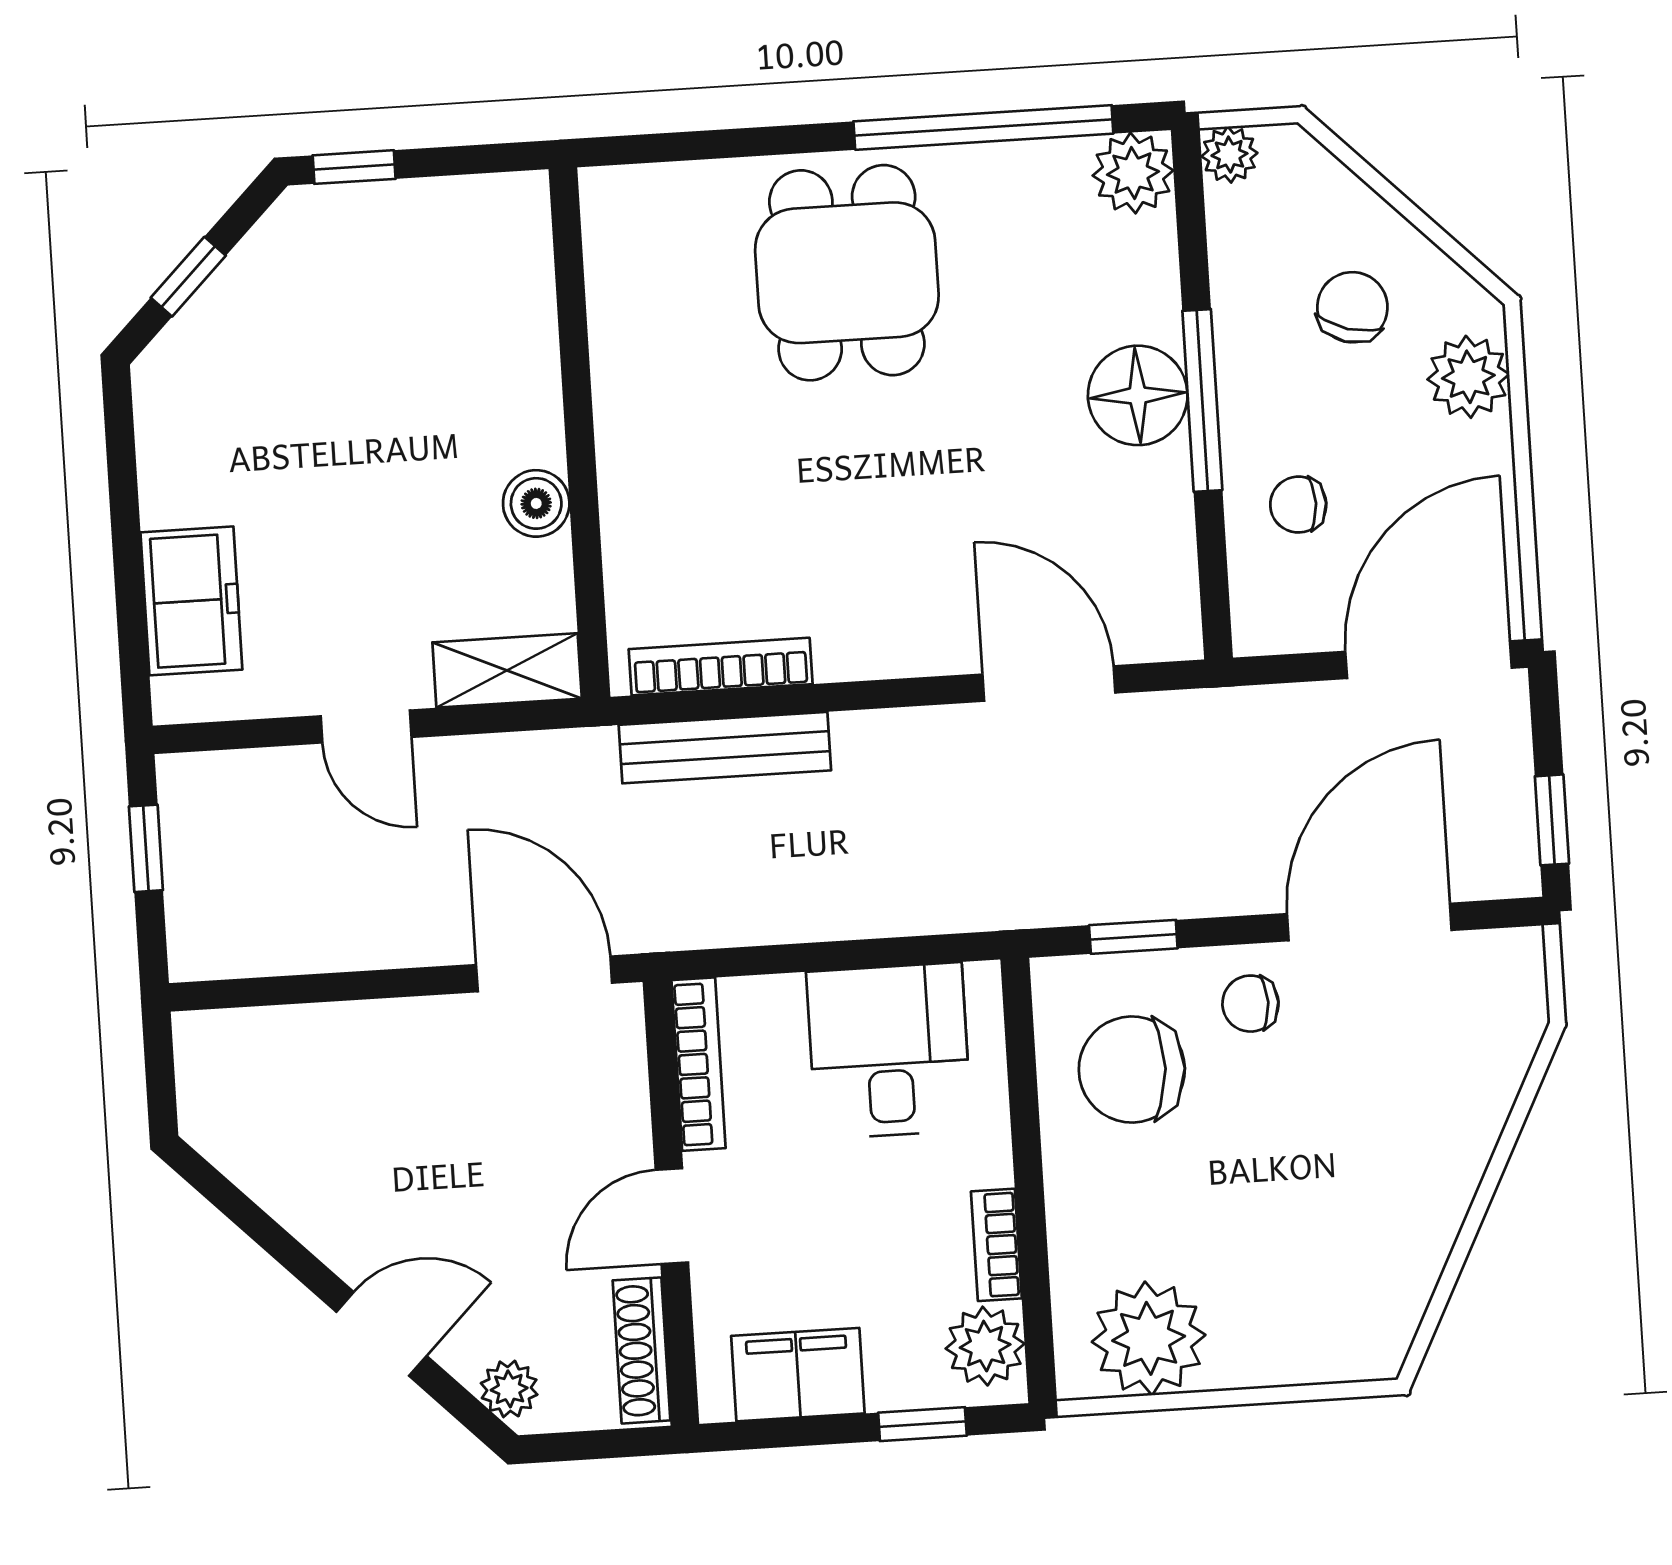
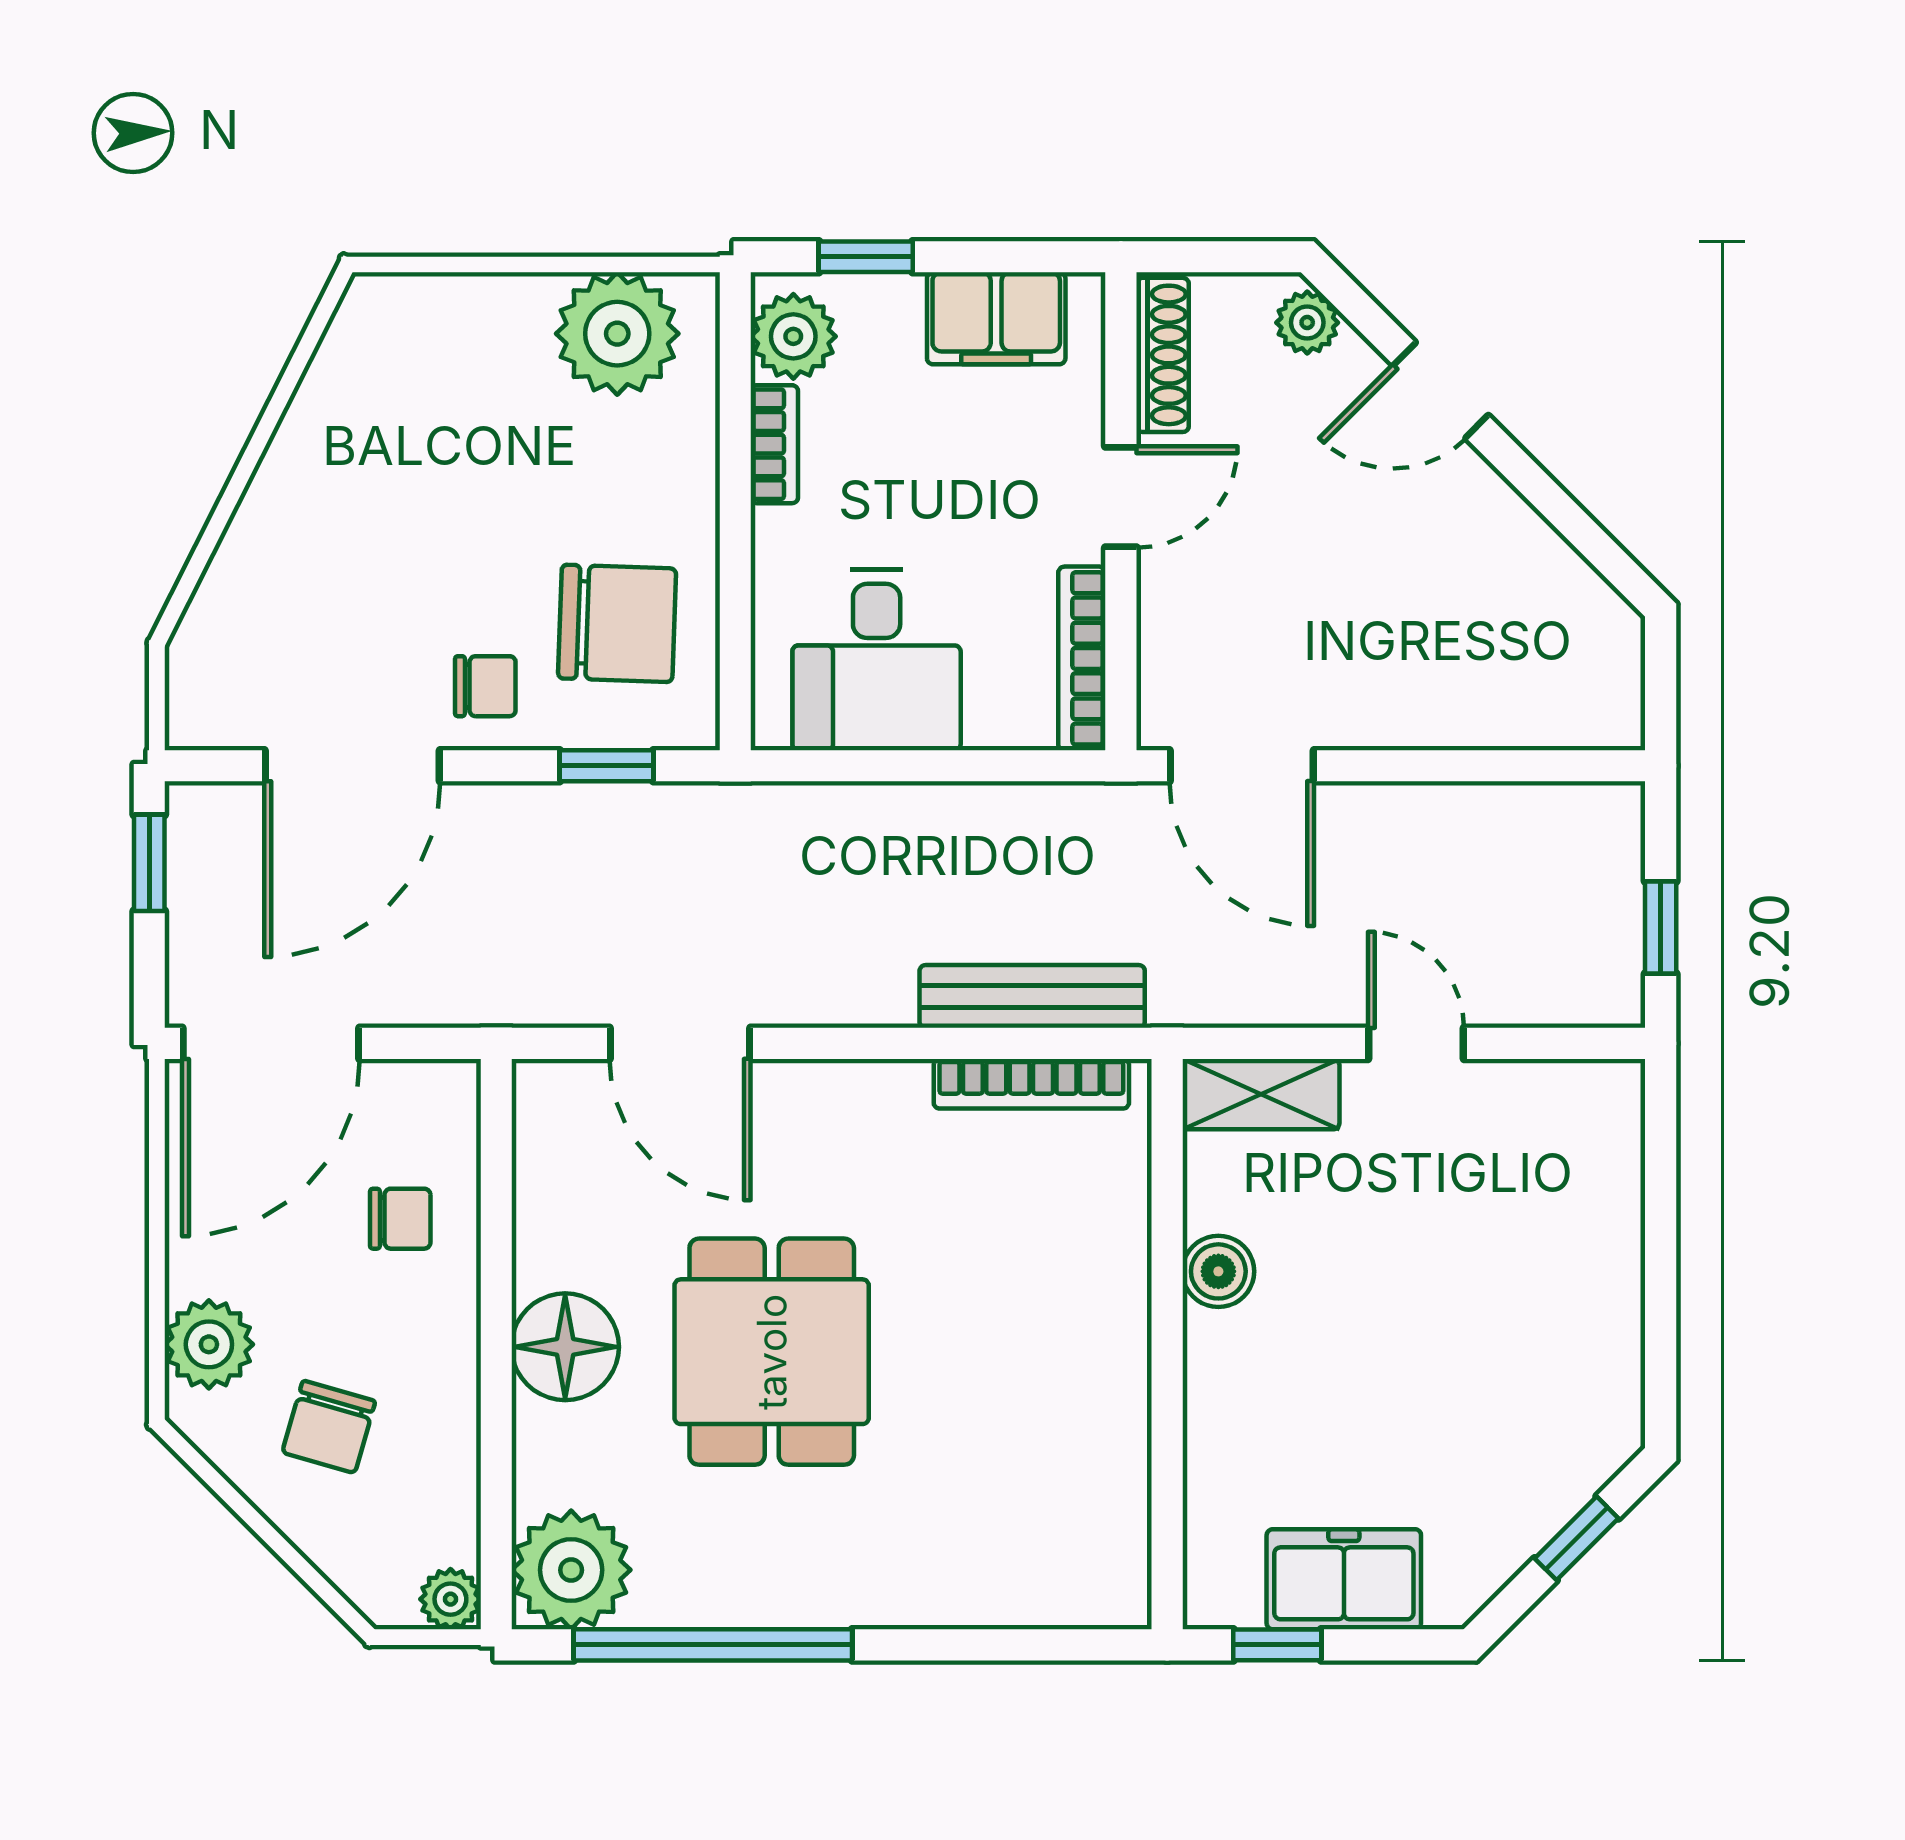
window: (354, 167) -> (1277, 1645), moved
plant: (1133, 173) -> (571, 1570), width x1.36, depth x1.36
dining table: (847, 273) -> (772, 1352), moved
window: (1202, 401) -> (496, 1337), removed
freezer: (191, 601) -> (1344, 1579), moved, turned 90

